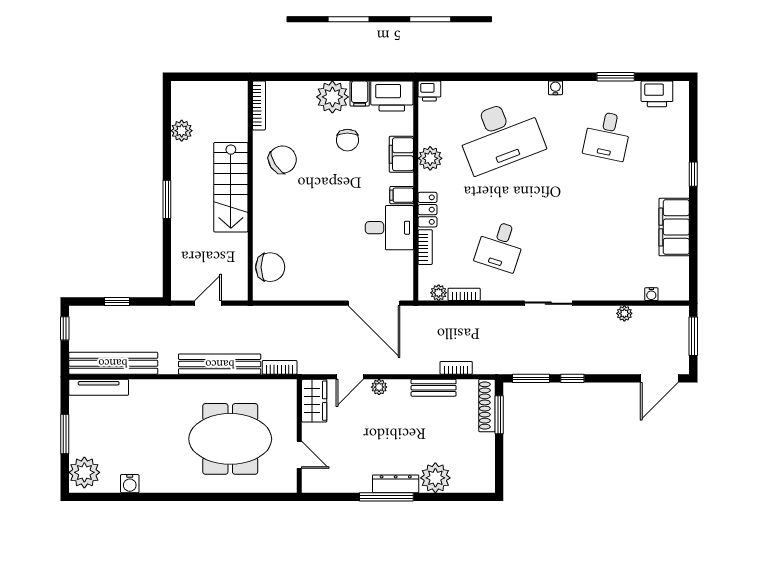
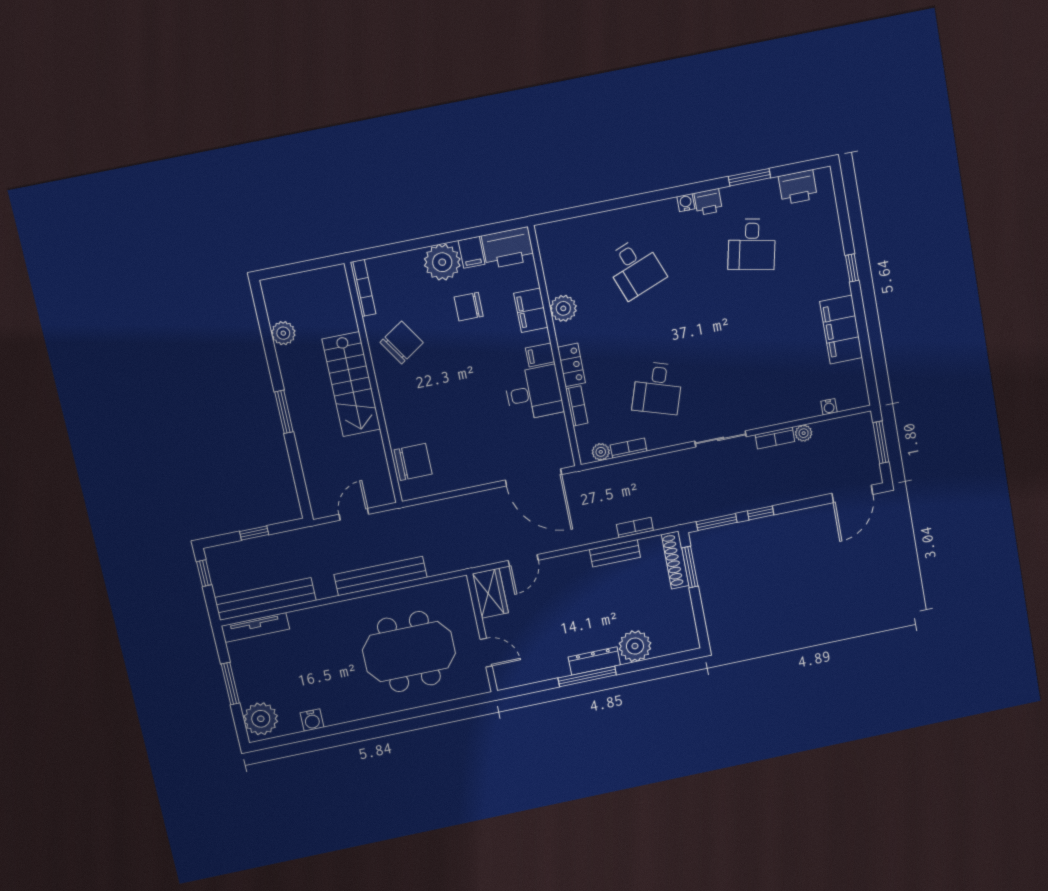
printer: (429, 91) -> (708, 202), moved
desk: (500, 136) -> (635, 268), width x0.53, depth x0.77
chair: (347, 140) -> (469, 307), turned 90
bookcase: (280, 367) -> (775, 438), moved, turned 180
plant: (379, 387) -> (557, 565), removed

